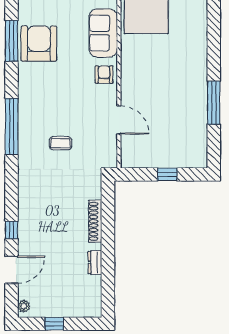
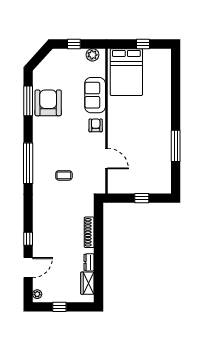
wardrobe: (93, 291) -> (87, 283), added

